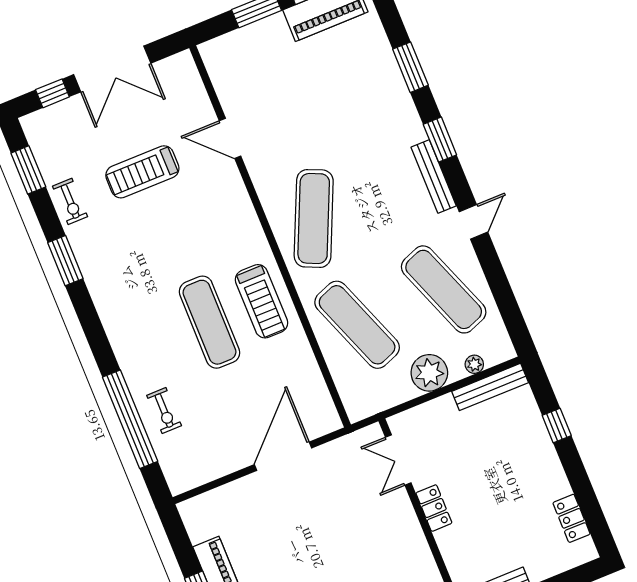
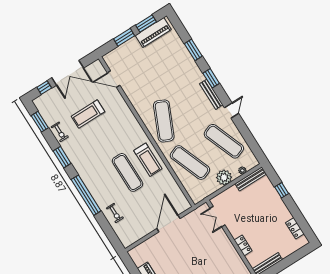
door: (230, 138) -> (114, 79), moved
window: (130, 419) -> (86, 195), moved
locker: (434, 508) -> (243, 245), moved

